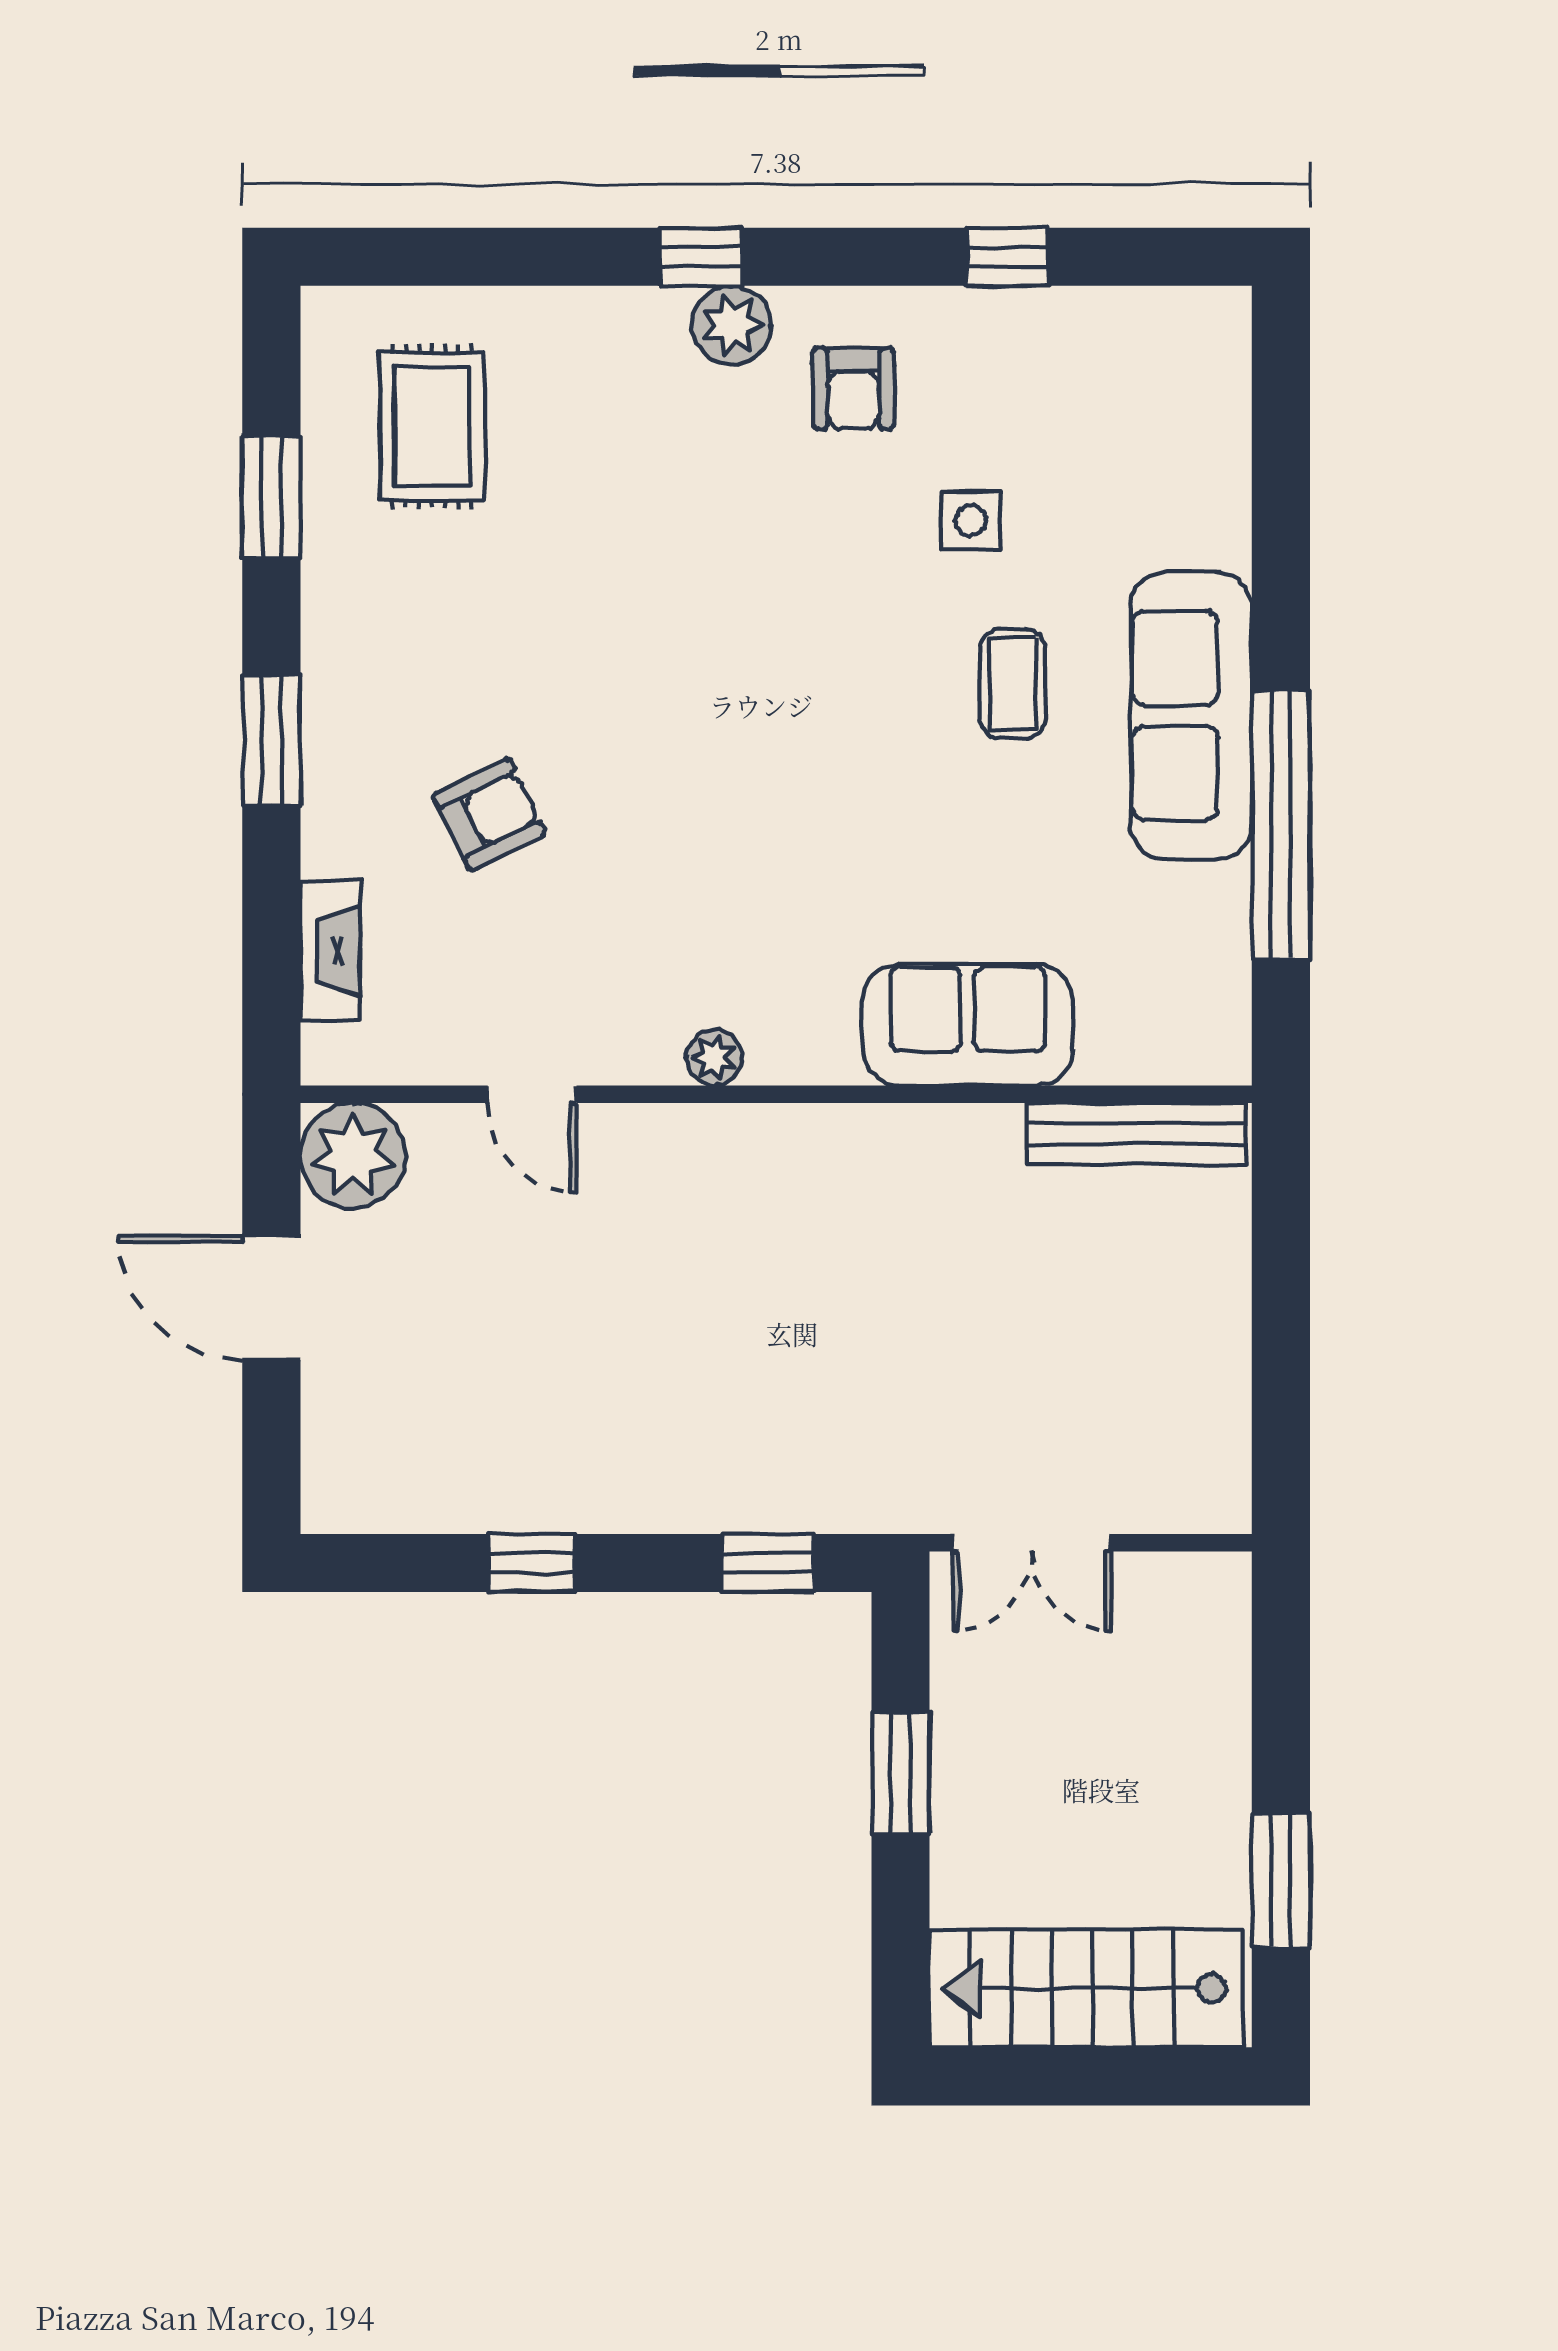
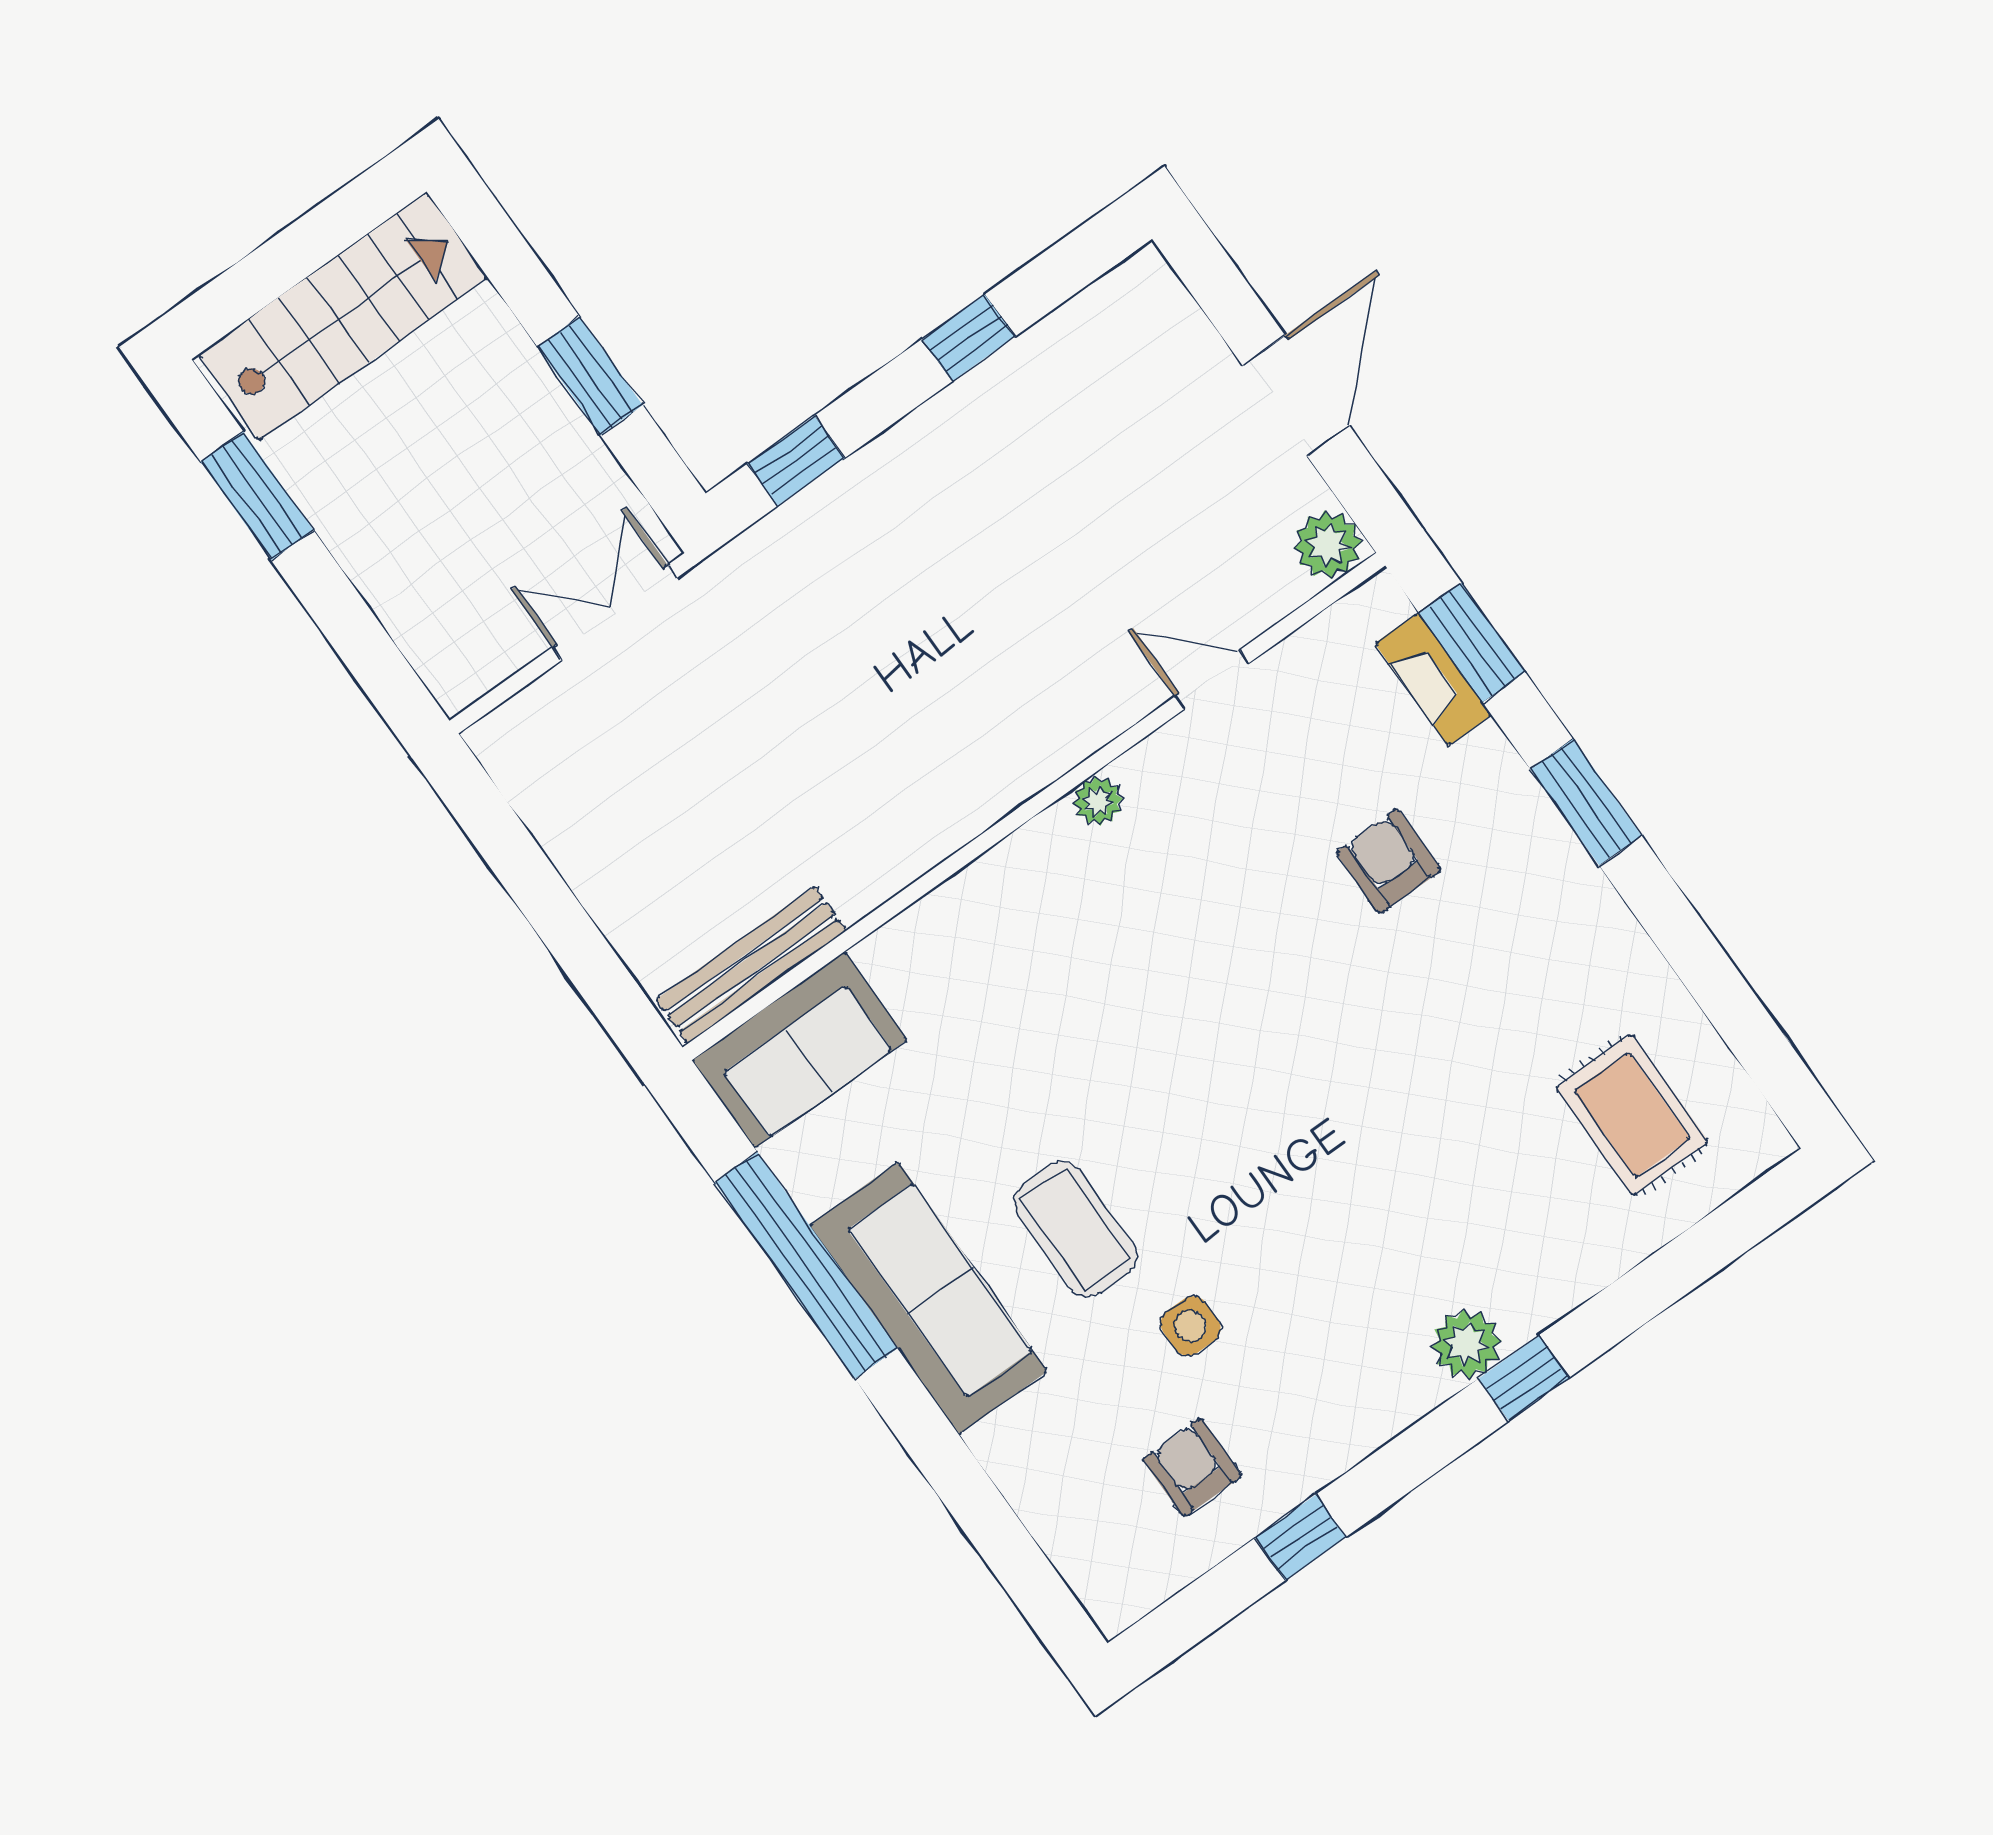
armchair: (853, 389) -> (1192, 1467), moved
window: (271, 497) -> (1472, 643), moved
coffee table: (1013, 683) -> (1075, 1229), width x1.36, depth x1.30
armchair: (489, 815) -> (1389, 861), turned 116
sofa: (968, 1025) -> (800, 1050), moved
plant: (353, 1156) -> (1328, 545), width x0.73, depth x0.73
door: (271, 1298) -> (1296, 396), hinge flipped

